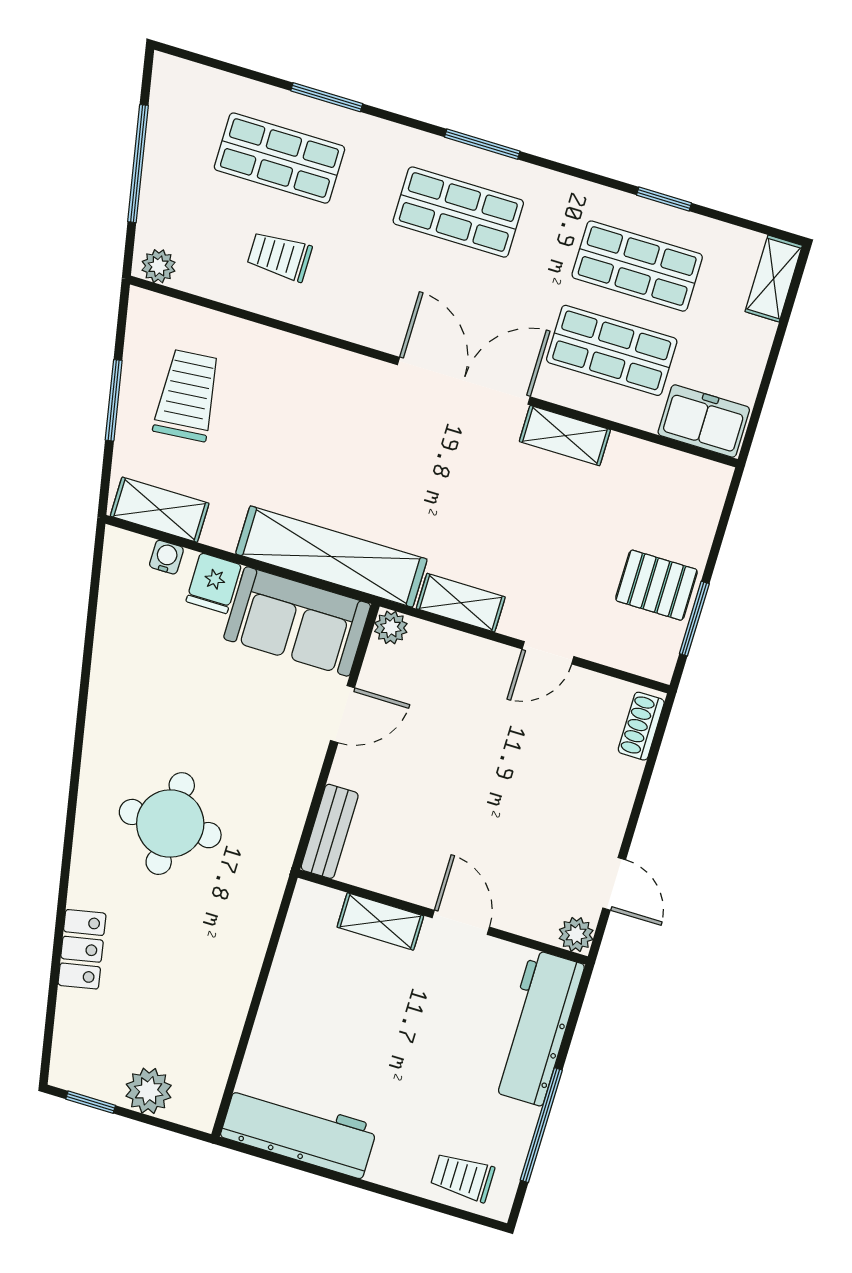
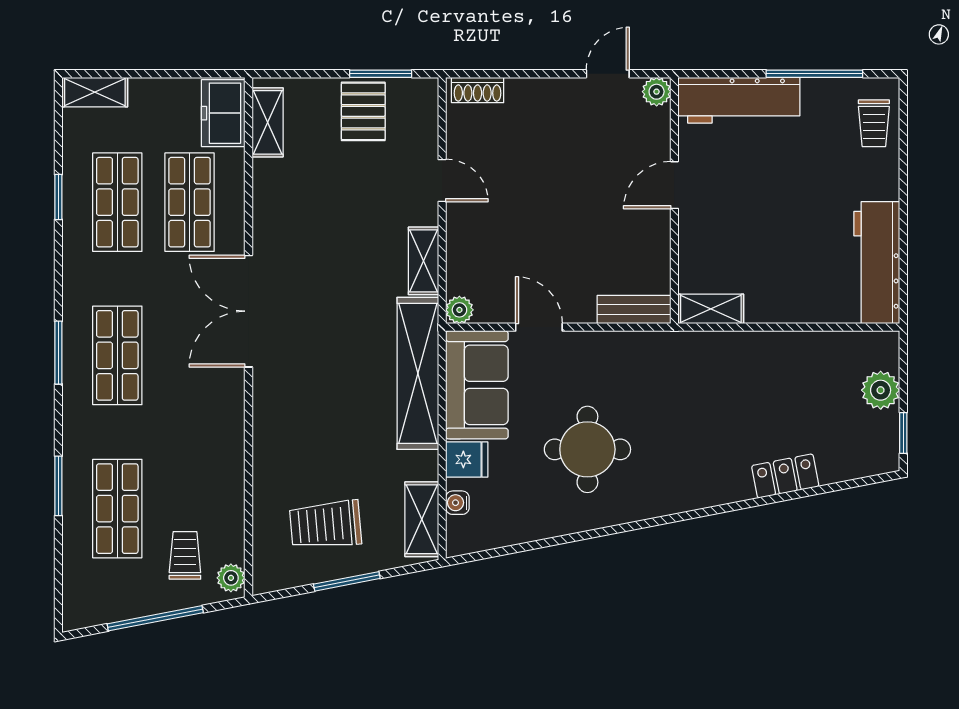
trolley: (280, 256) -> (185, 555), moved, turned 180
shelving: (565, 436) -> (268, 122), moved
round table: (170, 824) -> (587, 449), moved
shelving: (380, 921) -> (711, 309), moved, turned 90

